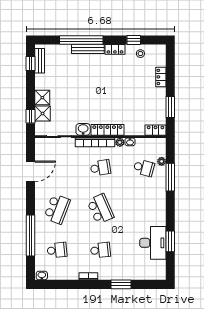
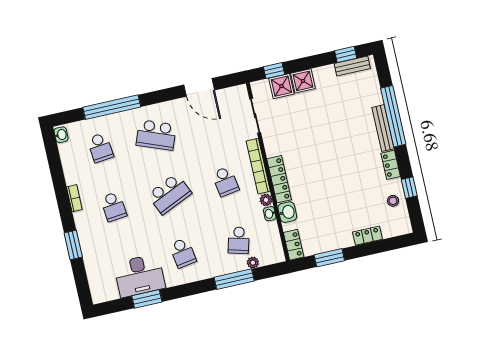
washbasin: (83, 129) -> (287, 212), moved
school desk: (144, 209) -> (183, 253), added

